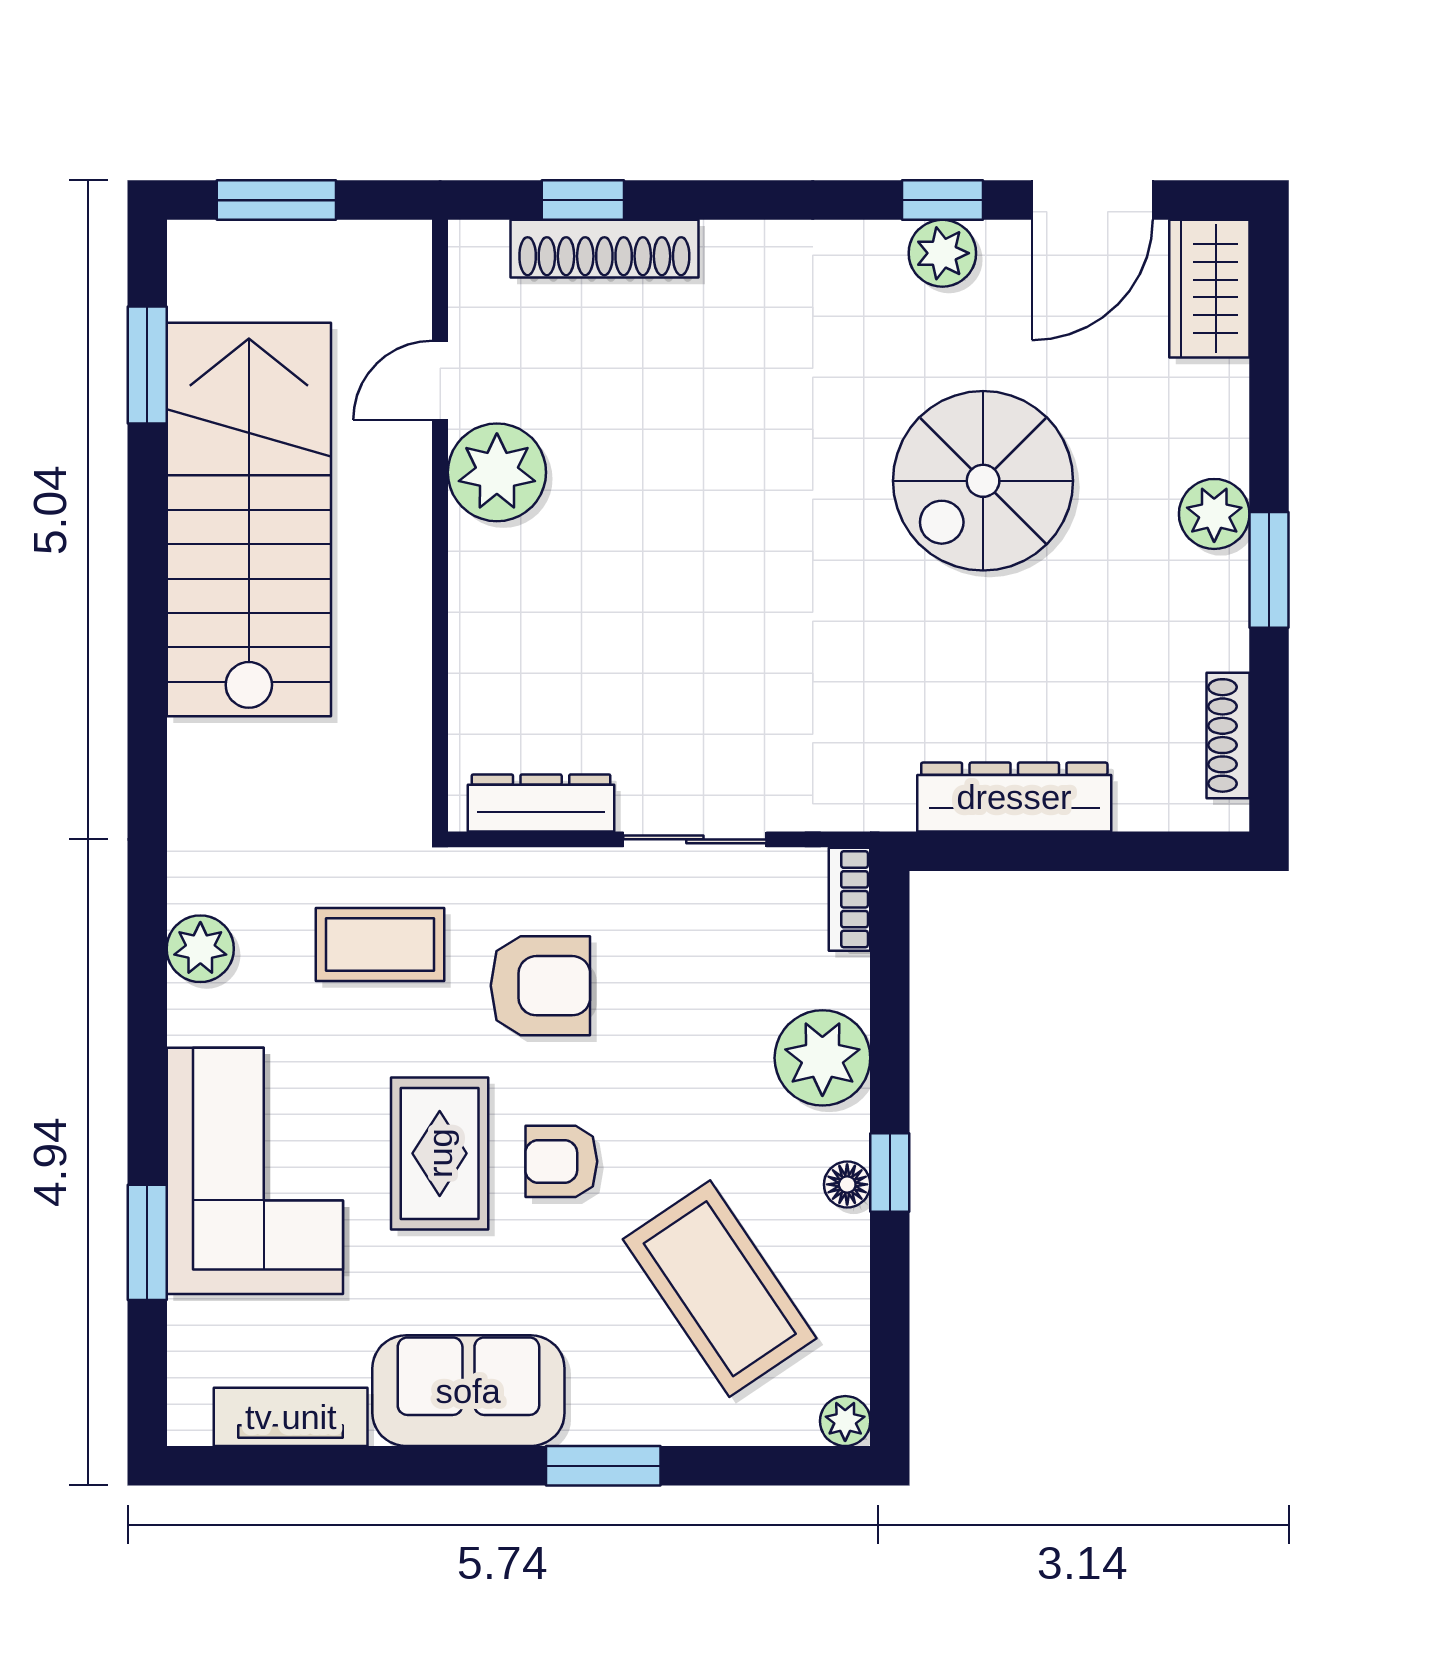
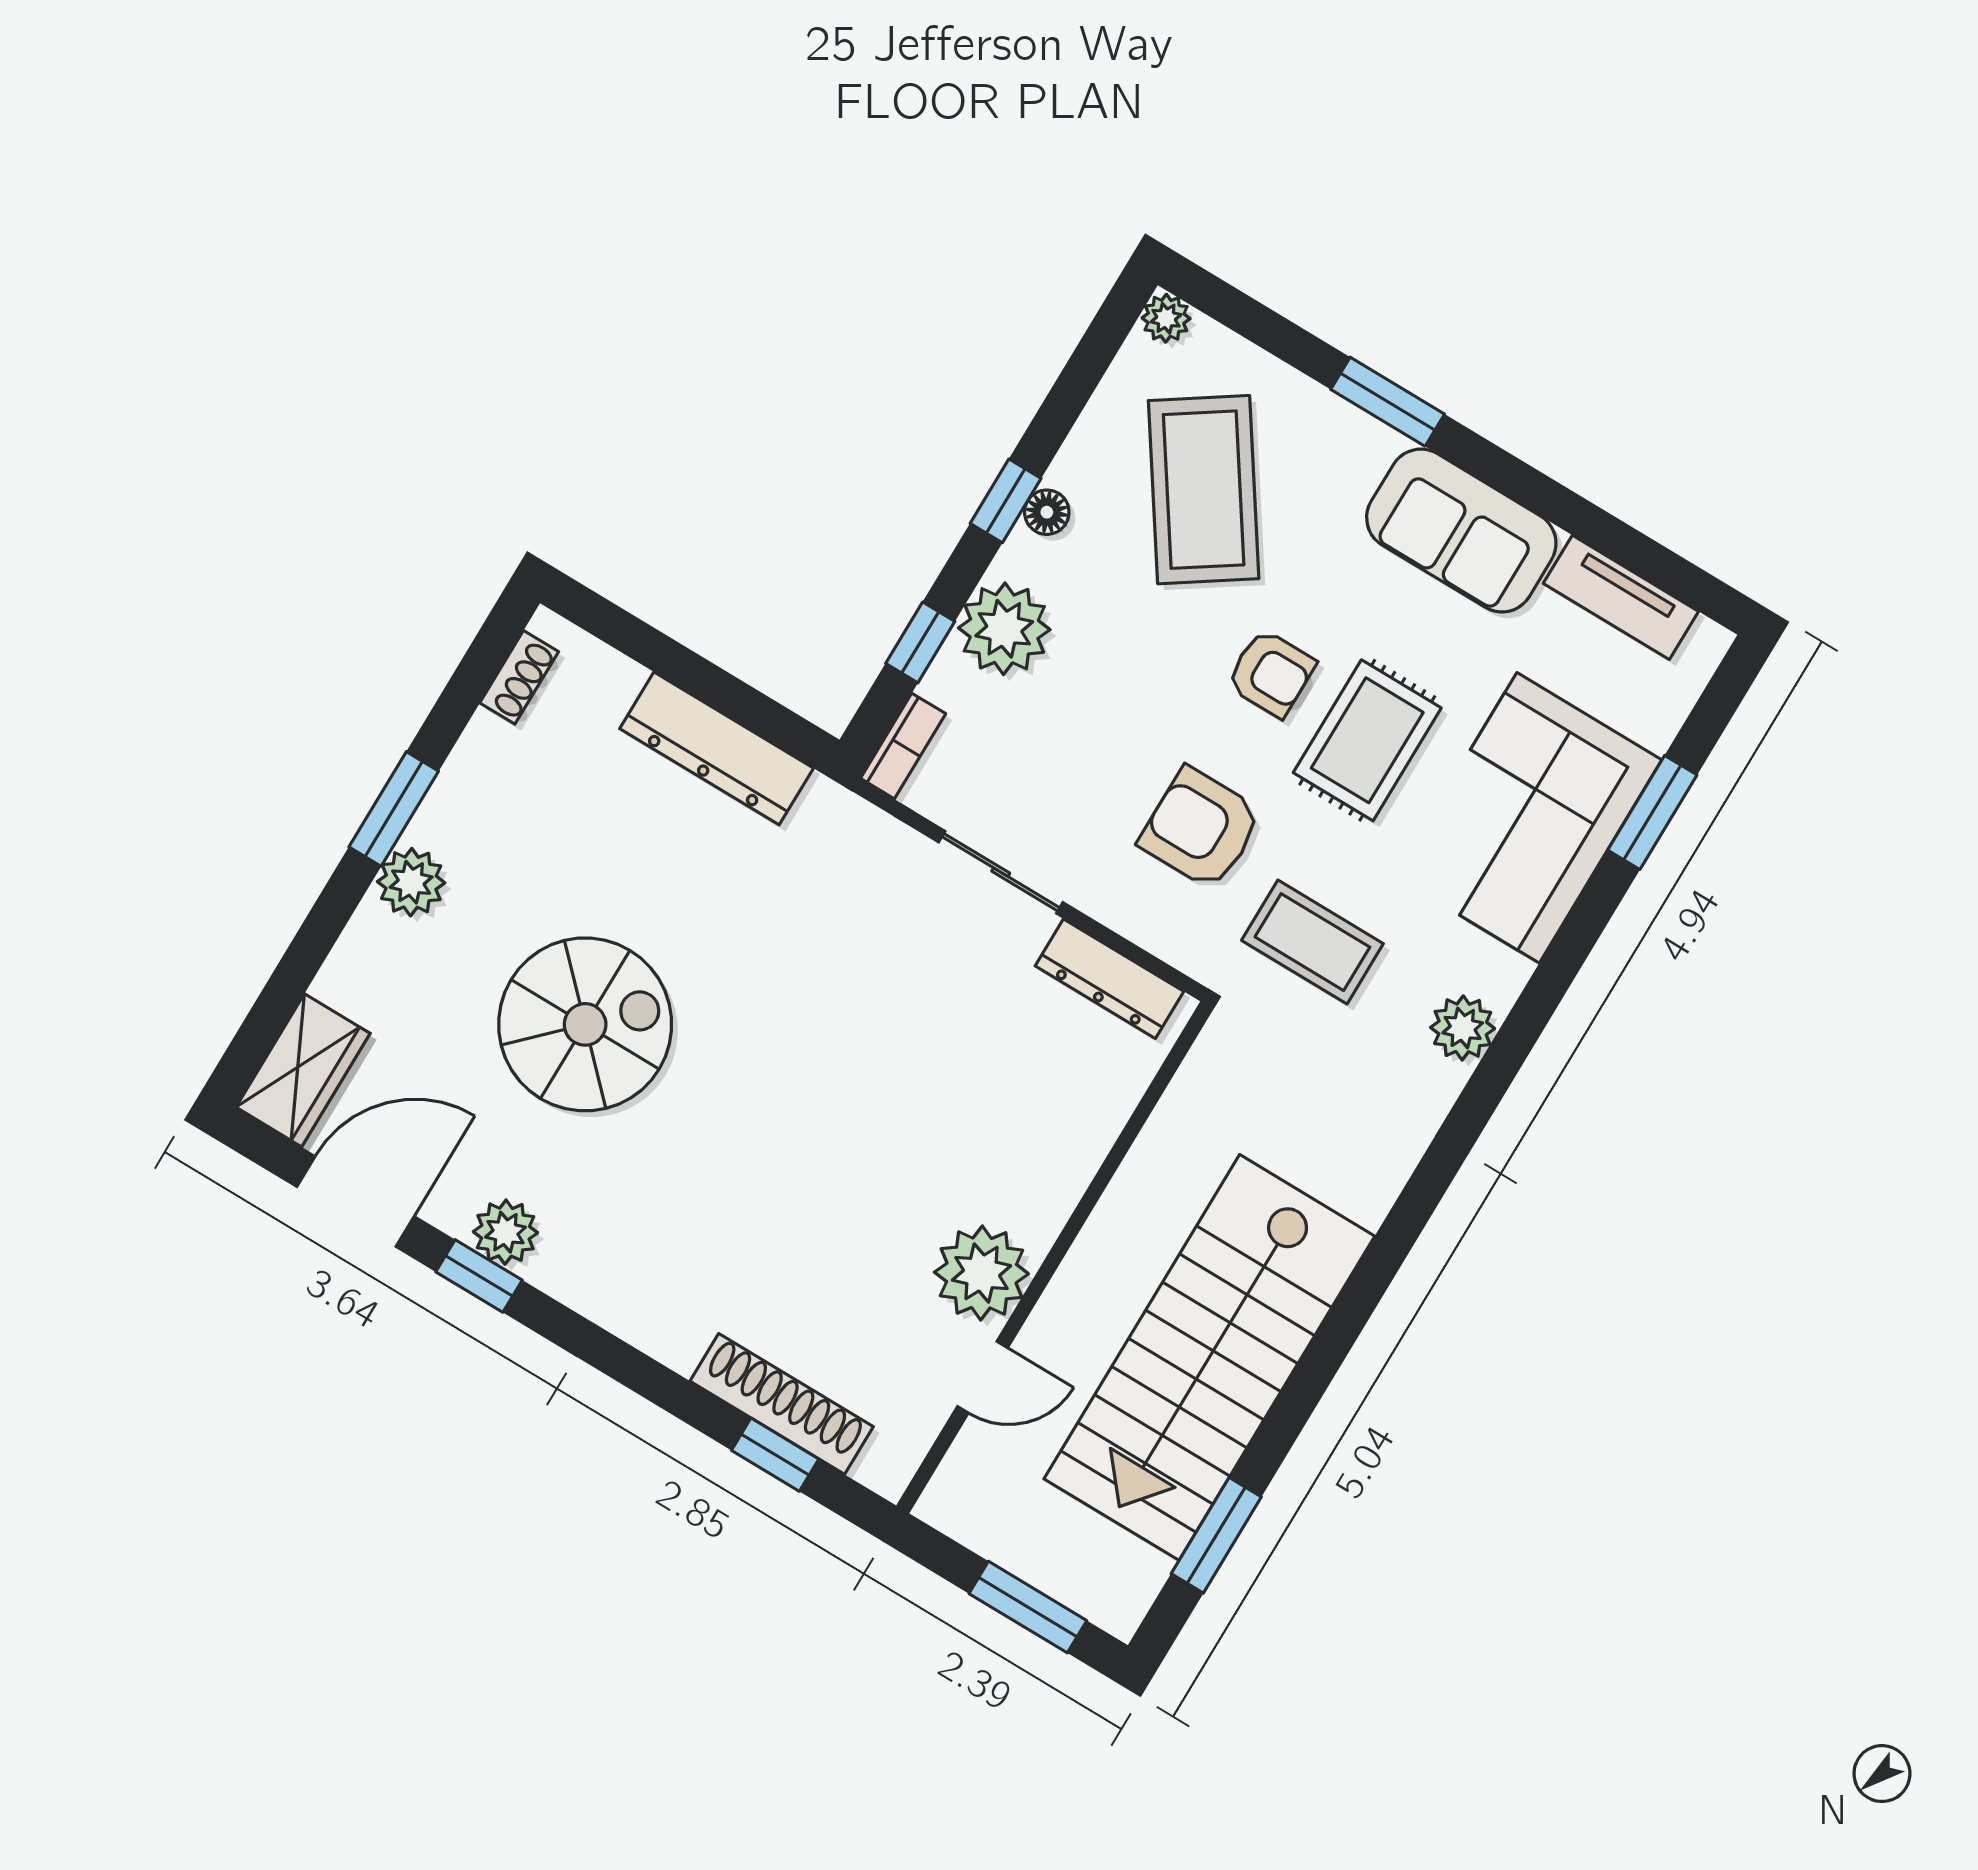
shoe rack: (1228, 735) -> (519, 677), width x0.70
window: (890, 1001) -> (920, 642), added

